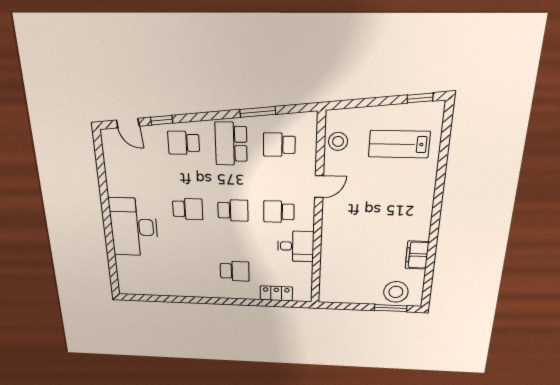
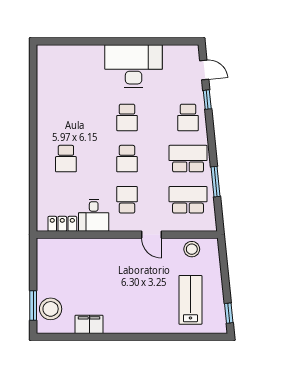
door: (128, 123) -> (204, 70), swing flipped
school desk: (184, 143) -> (188, 117), turned 180
school desk: (279, 145) -> (188, 200), width x1.85
desk: (134, 227) -> (134, 66), moved
locker: (276, 293) -> (62, 224), moved, turned -90

